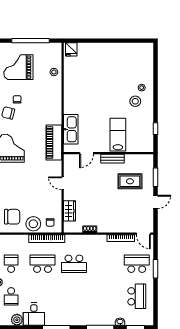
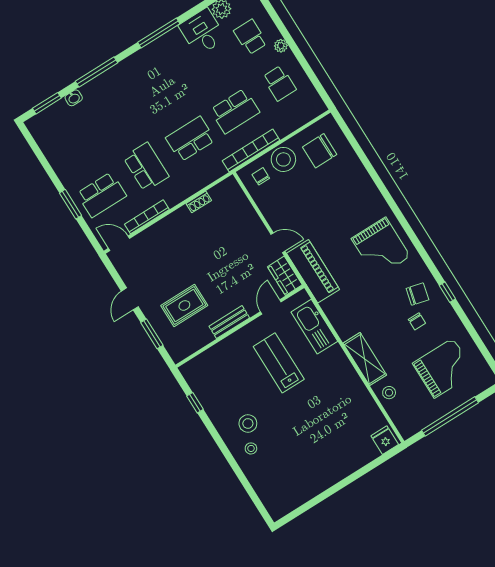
shelving: (56, 97) -> (365, 359), added
lab bench: (118, 135) -> (279, 363), moved, turned 180
piano: (54, 143) -> (313, 271), moved
wardrobe: (70, 211) -> (285, 276), moved
school desk: (137, 296) -> (146, 167), moved, turned 180

